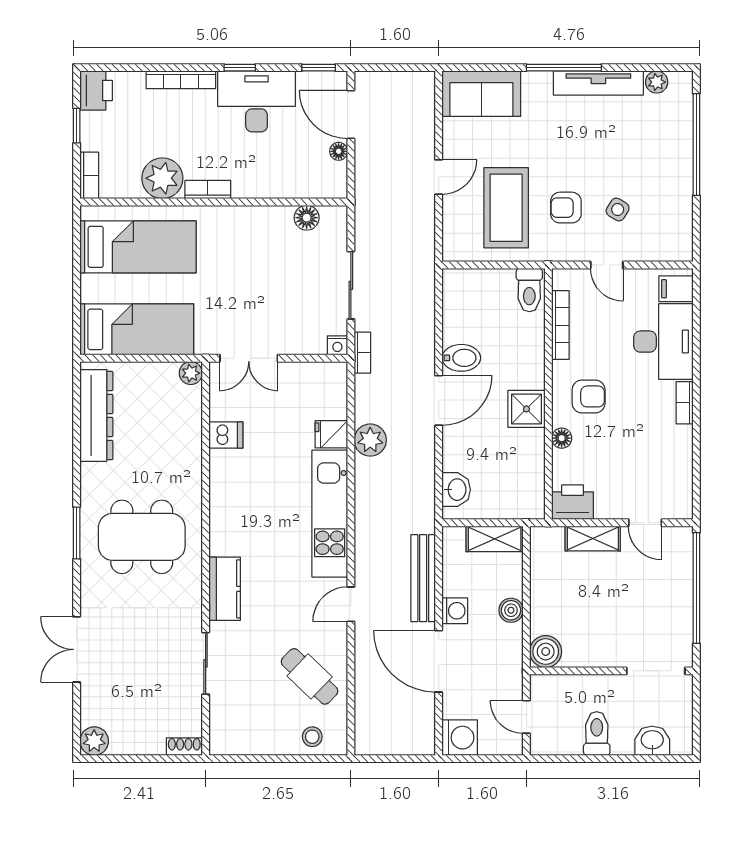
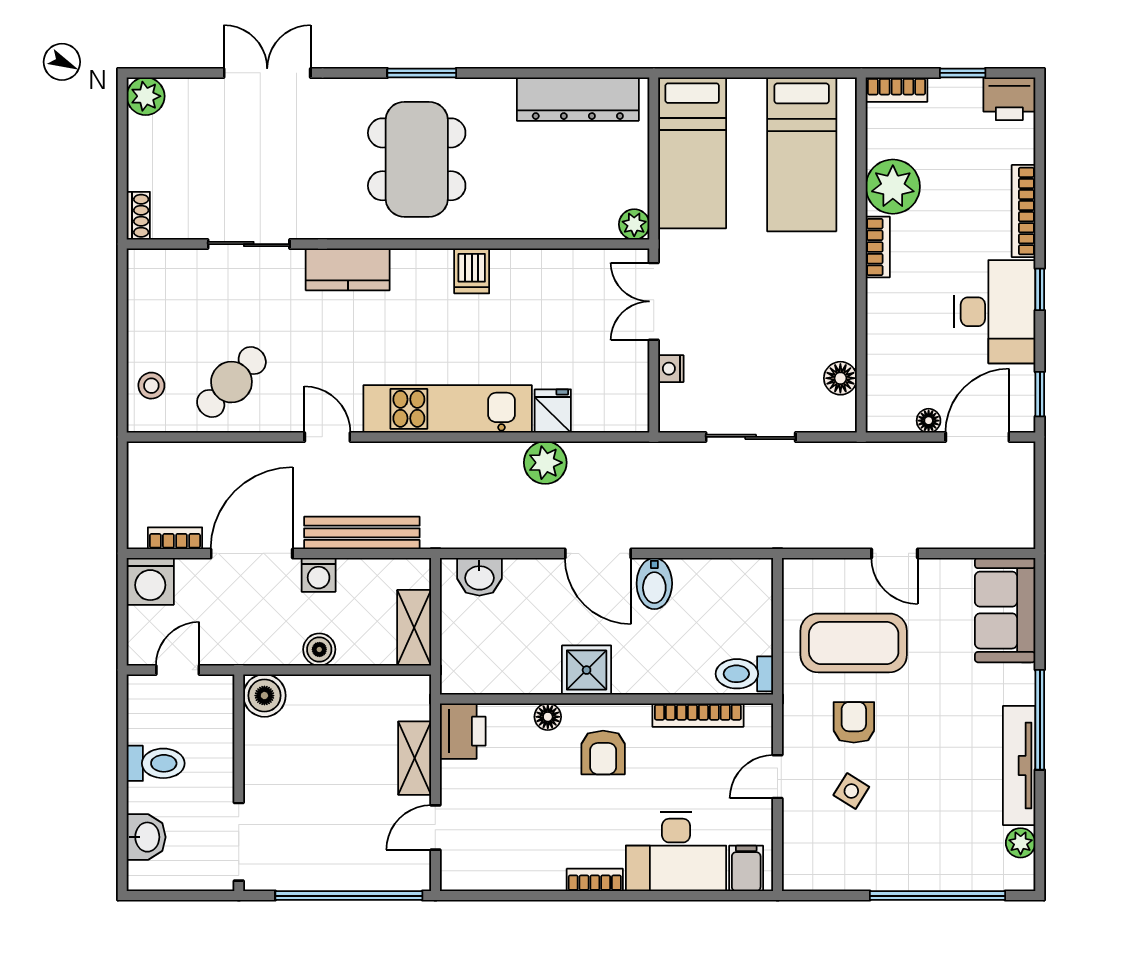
nightstand: (337, 345) -> (671, 369), moved
bookcase: (362, 353) -> (175, 538), moved, turned 180
dishwasher: (226, 435) -> (472, 271), moved

